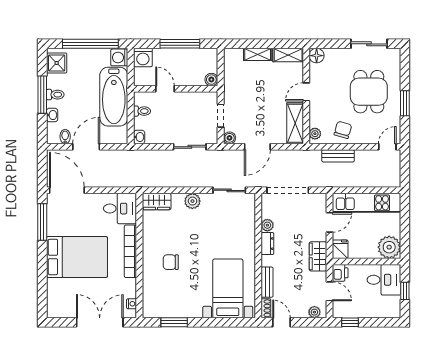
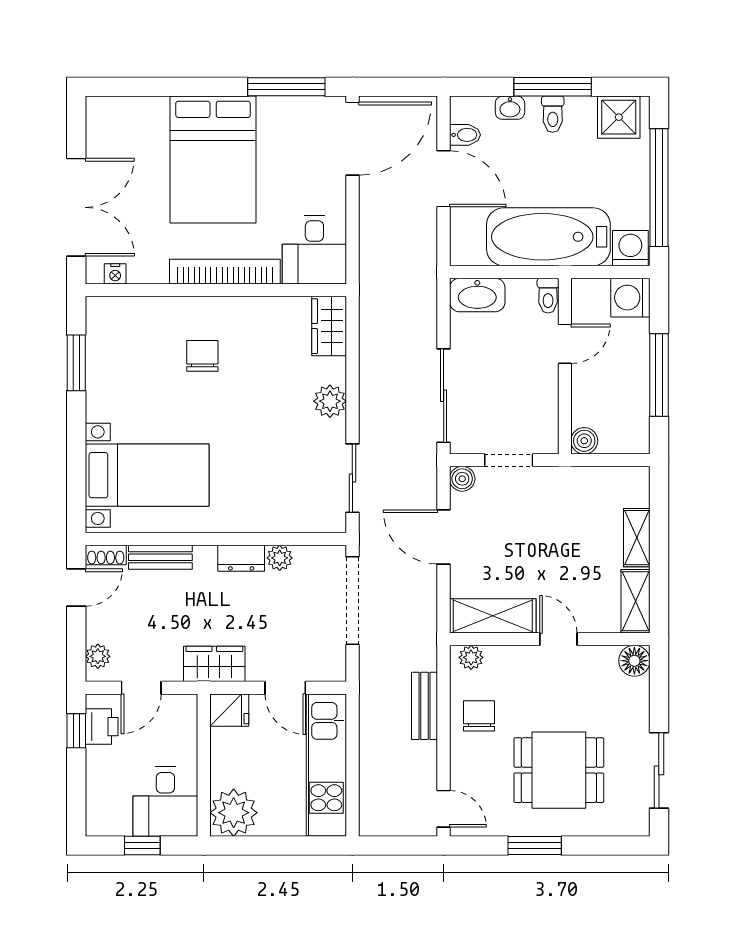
toilet: (142, 111) -> (548, 296), moved
chair: (343, 130) -> (479, 716), turned -106
washbasin: (139, 137) -> (477, 295), width x1.91, depth x1.45
sliding door: (190, 147) -> (444, 396), width x1.37
printer: (340, 273) -> (102, 727), moved, turned -90

